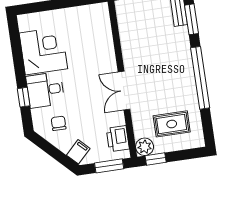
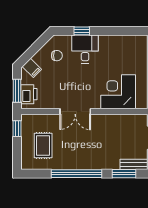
corner desk: (43, 51) -> (118, 92), moved, turned 180
double door: (124, 91) -> (75, 112), swing flipped
printer: (118, 139) -> (29, 94), moved, turned 90
plant: (145, 147) -> (28, 121), removed

